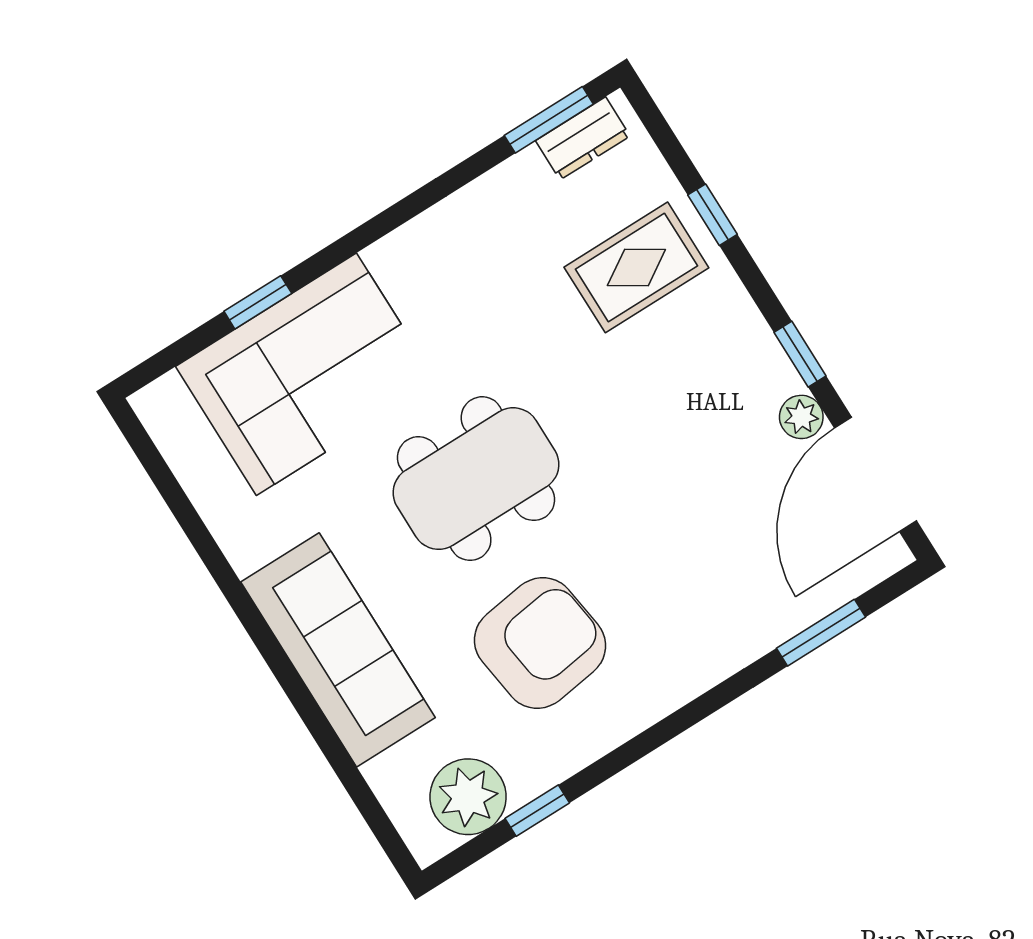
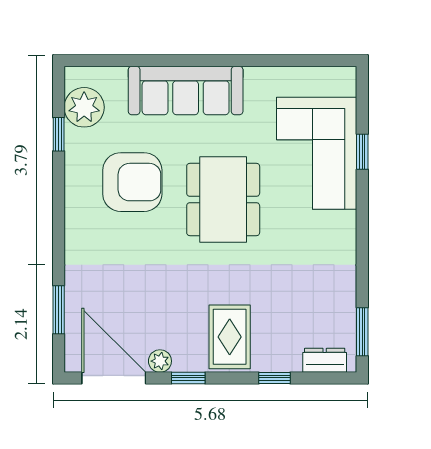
dresser: (583, 138) -> (325, 360), moved, turned 90
rug: (636, 267) -> (230, 337), moved
armchair: (540, 643) -> (132, 182), turned -82

